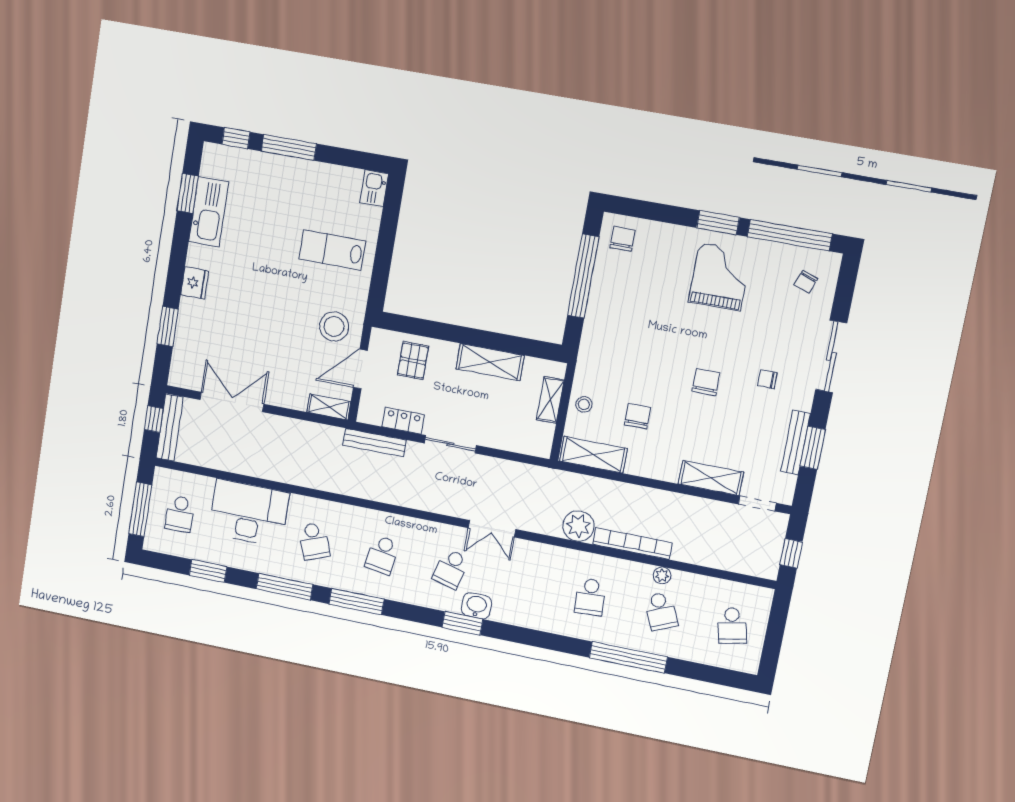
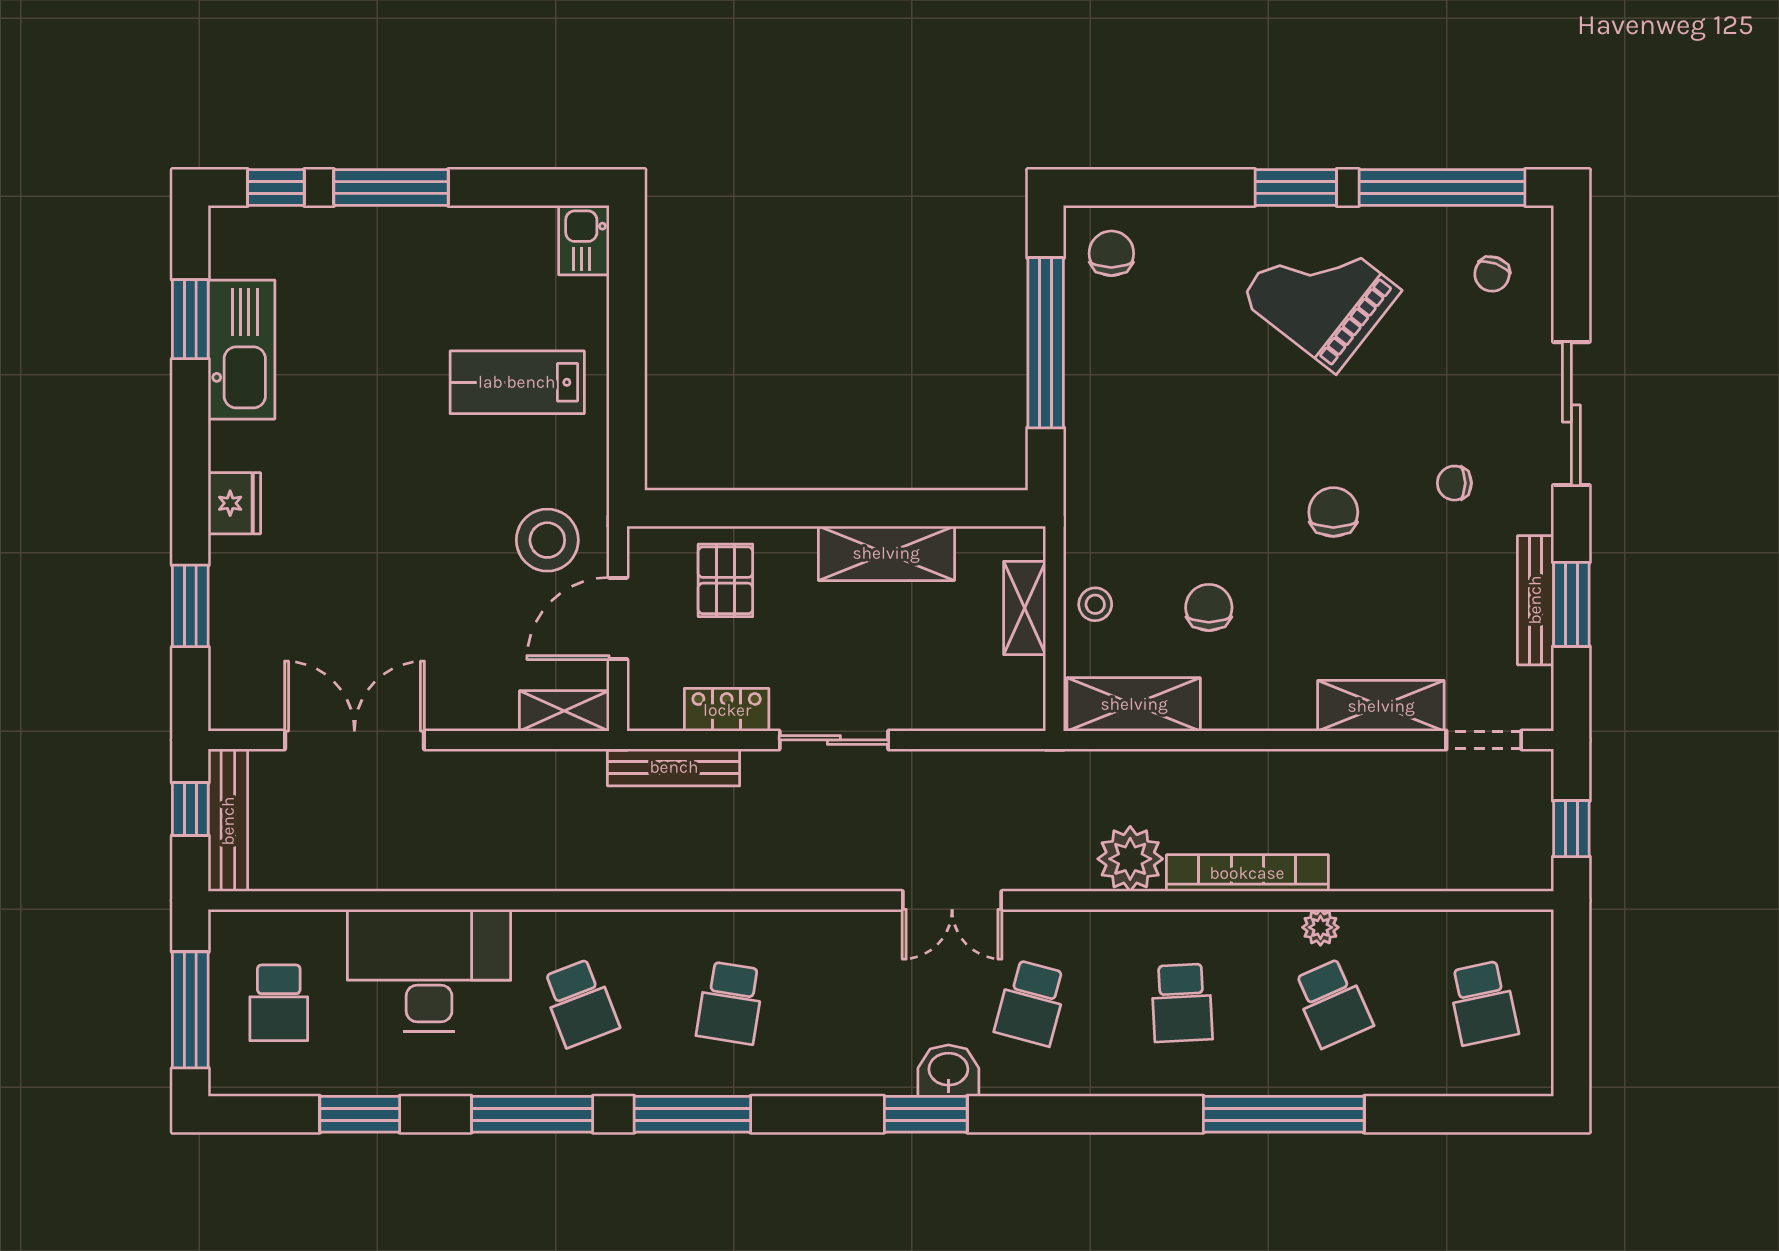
grand piano: (720, 277) -> (1320, 294), turned -52
school desk: (451, 569) -> (1031, 1003), moved

